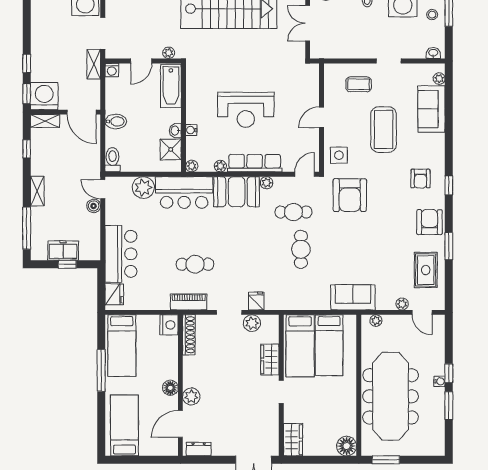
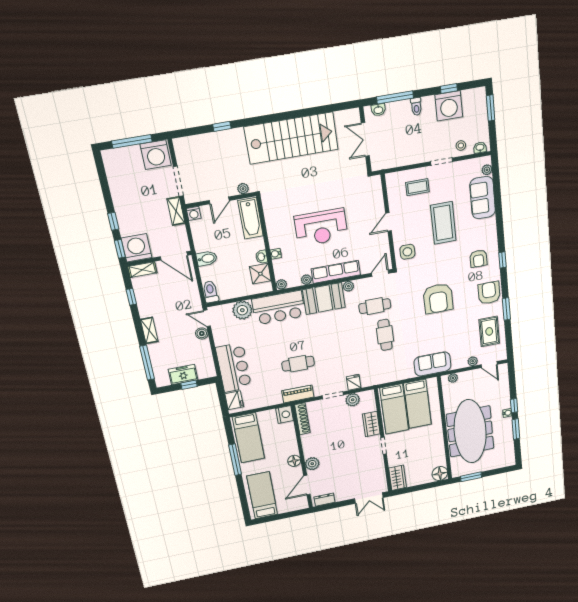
stool: (432, 15) -> (461, 145), moved
armchair: (350, 195) -> (438, 298), moved

